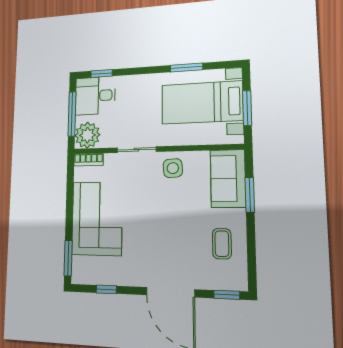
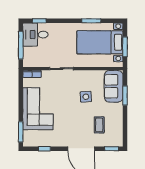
plant: (87, 135) -> (31, 59), removed
side table: (173, 168) -> (86, 97), moved
coffee table: (222, 244) -> (99, 125), moved

